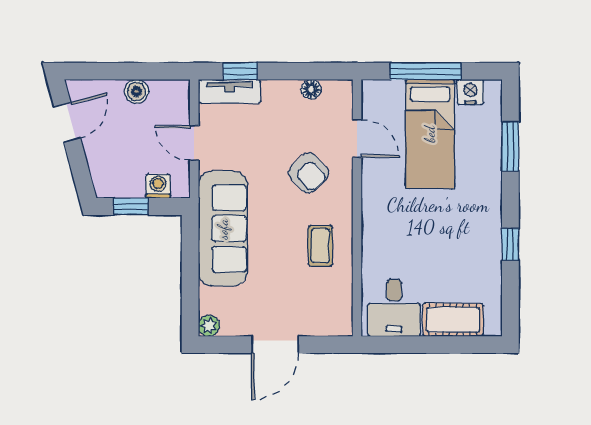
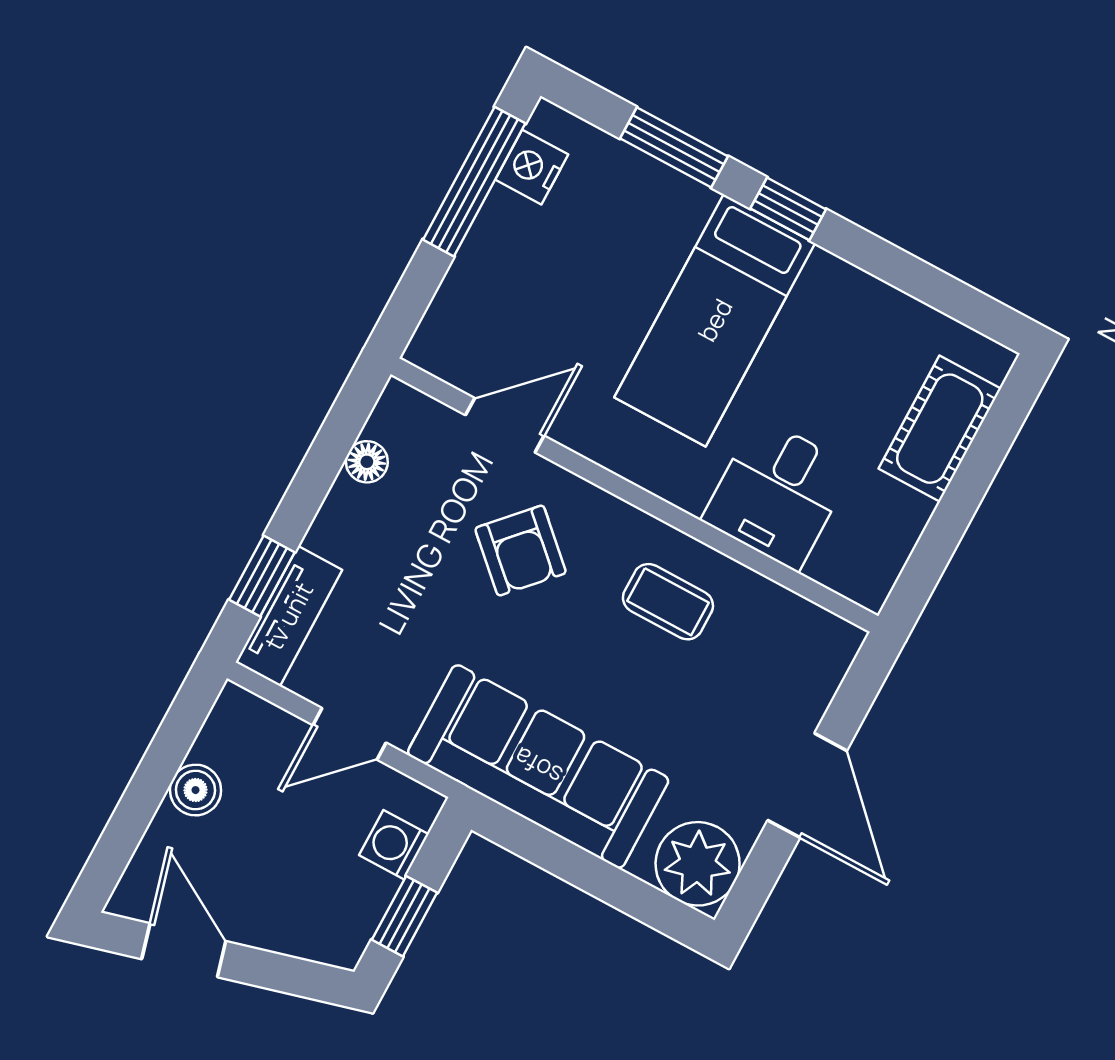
window: (426, 71) -> (474, 182), moved
bed: (430, 134) -> (715, 320), moved, turned 90
armchair: (309, 173) -> (521, 550), turned 86
window: (510, 244) -> (788, 209), moved
desk: (394, 308) -> (778, 494), moved, turned 90
plant: (209, 326) -> (698, 864), width x1.88, depth x1.88

